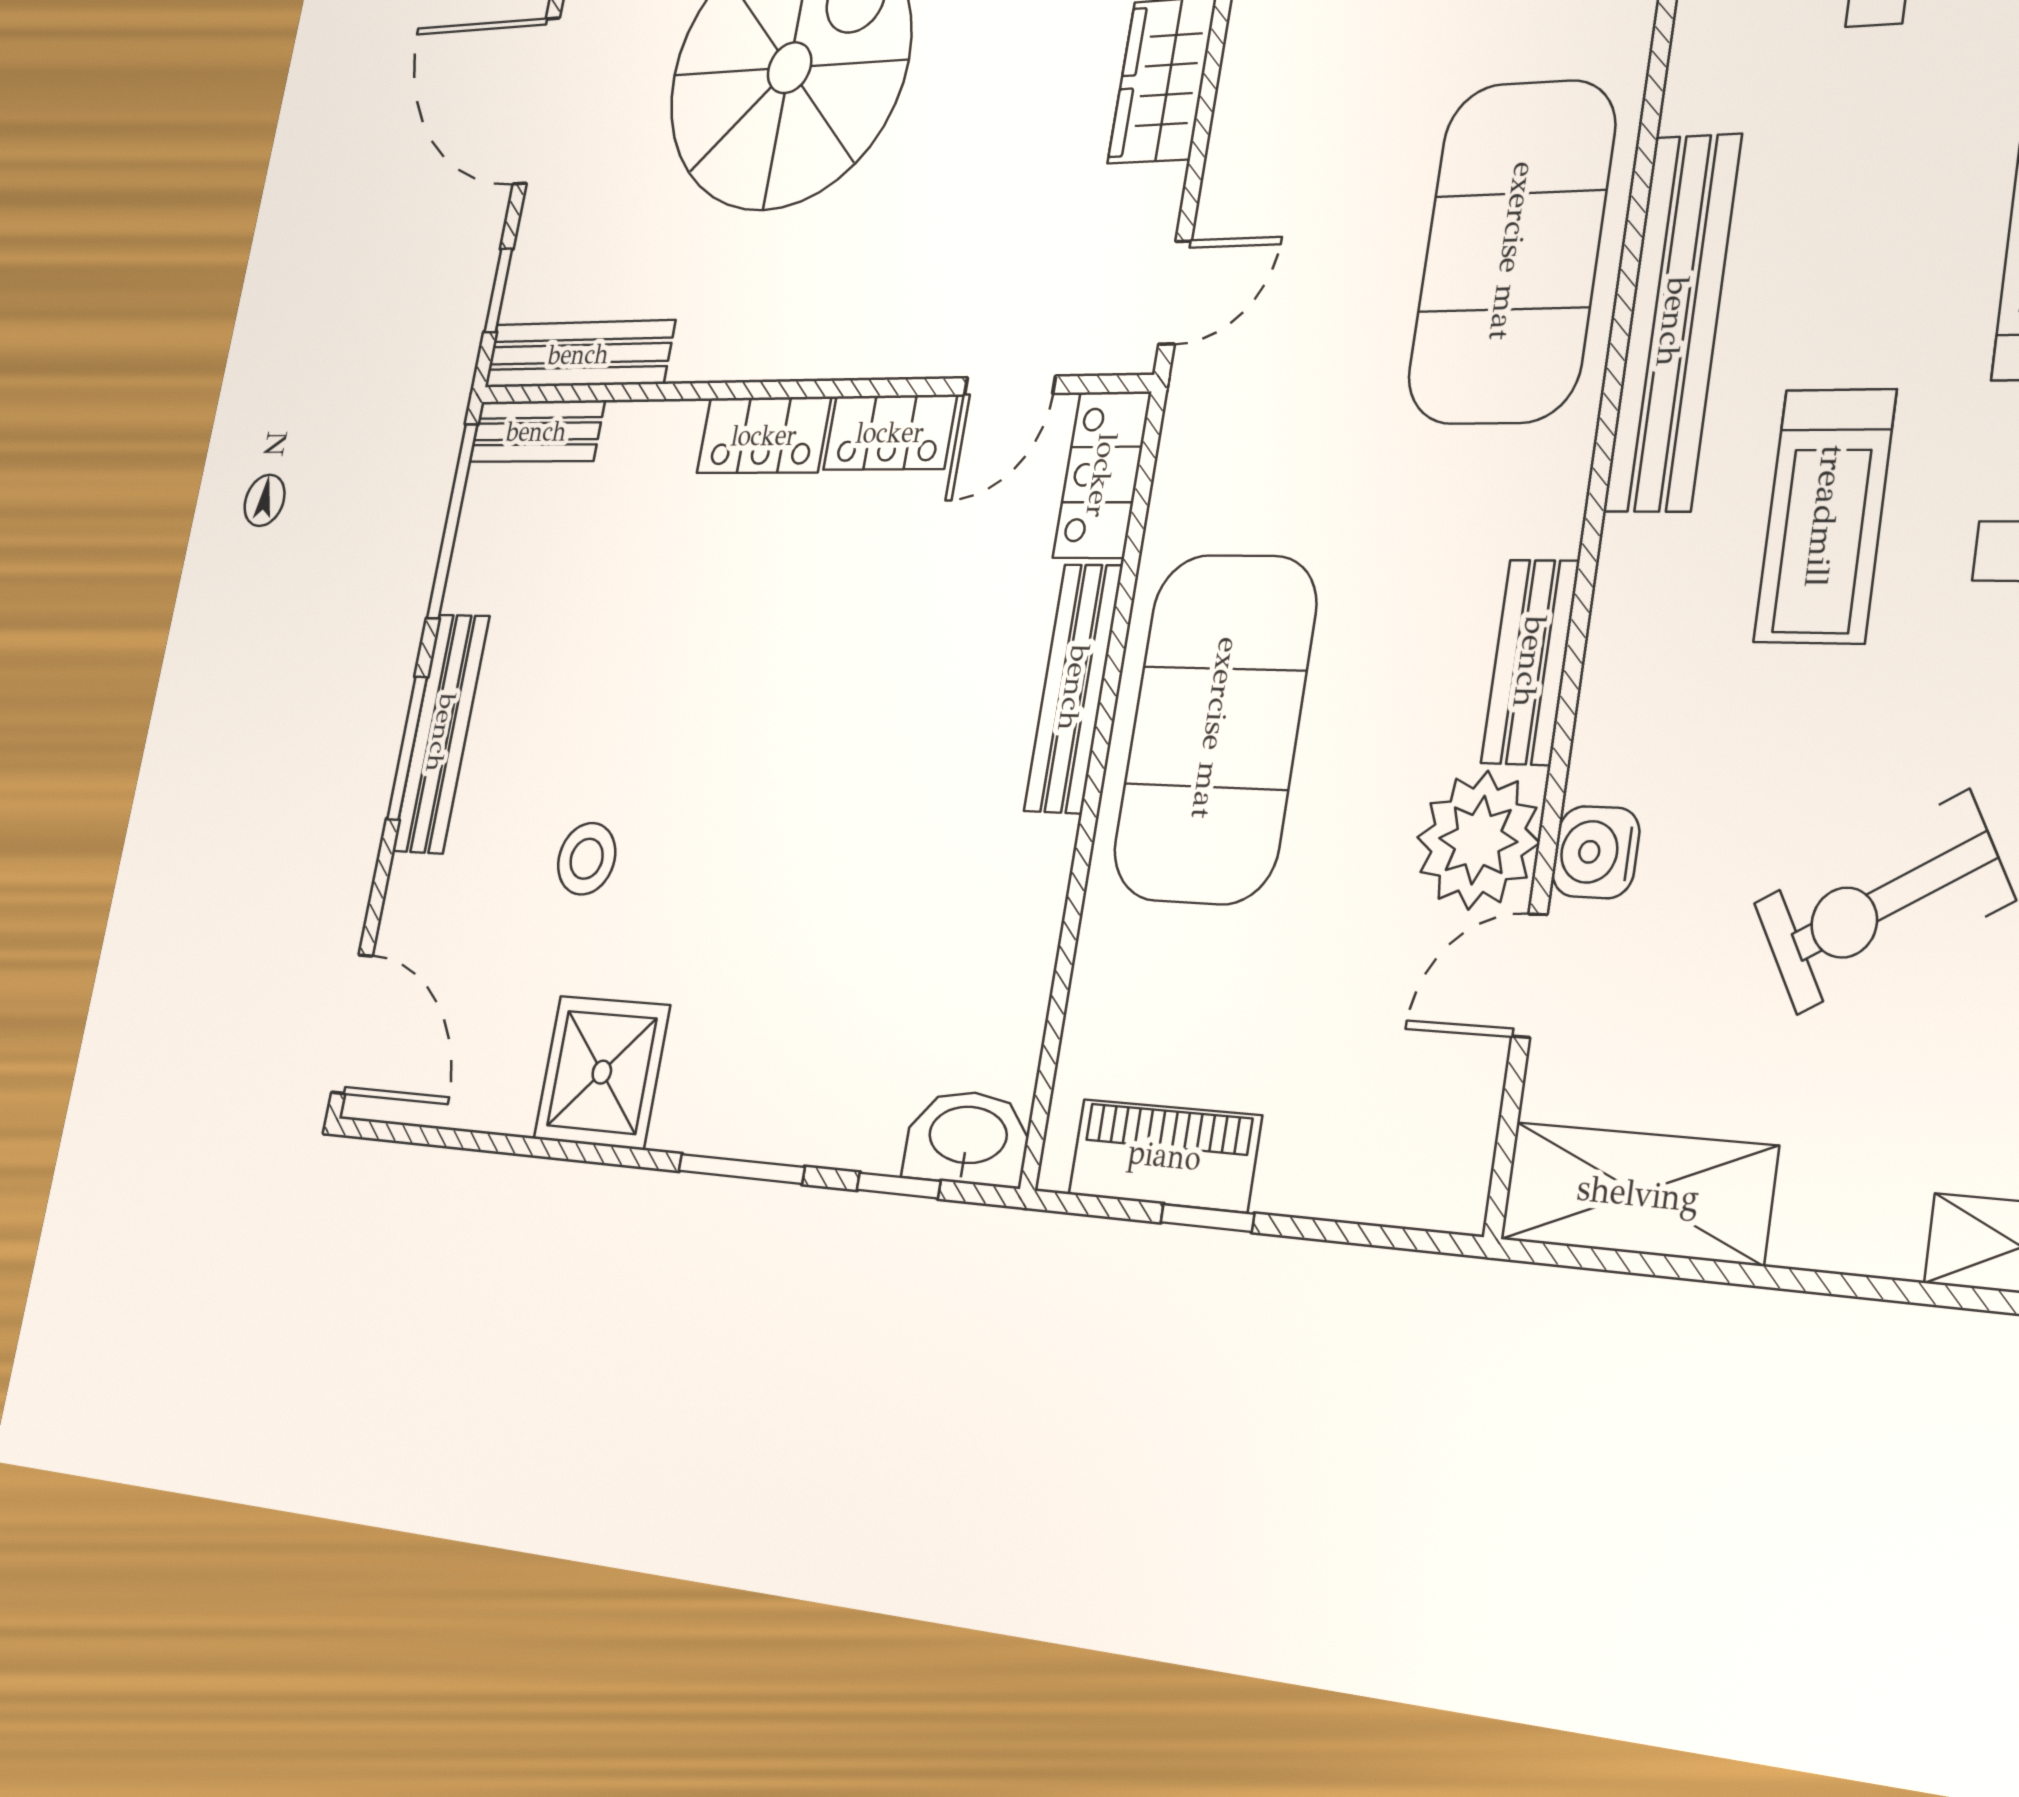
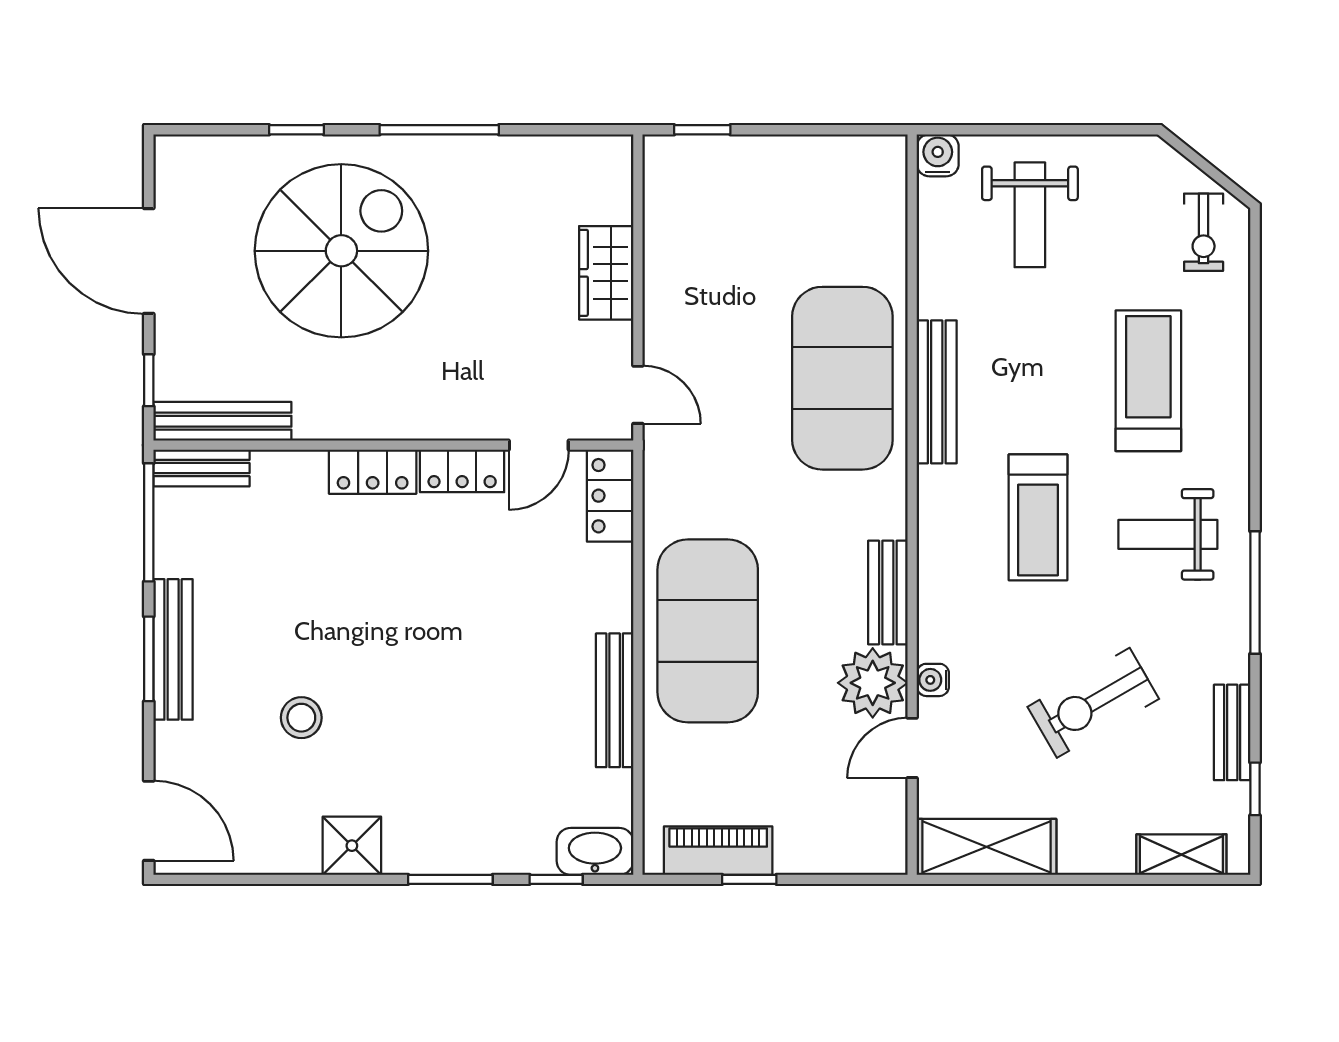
door: (1175, 292) -> (638, 395), hinge flipped
bench: (1673, 322) -> (937, 392), width x0.73, depth x0.82
bench: (1074, 688) -> (615, 700), moved
water cooler: (1596, 852) -> (933, 680), width x0.72, depth x0.72
shower: (602, 1072) -> (352, 846), width x0.73, depth x0.73

